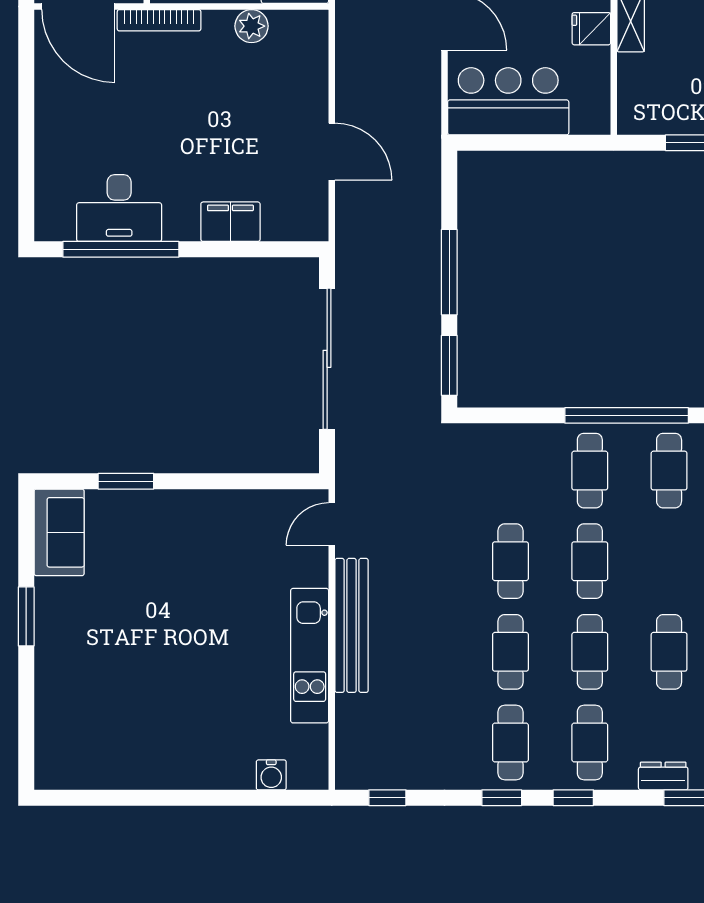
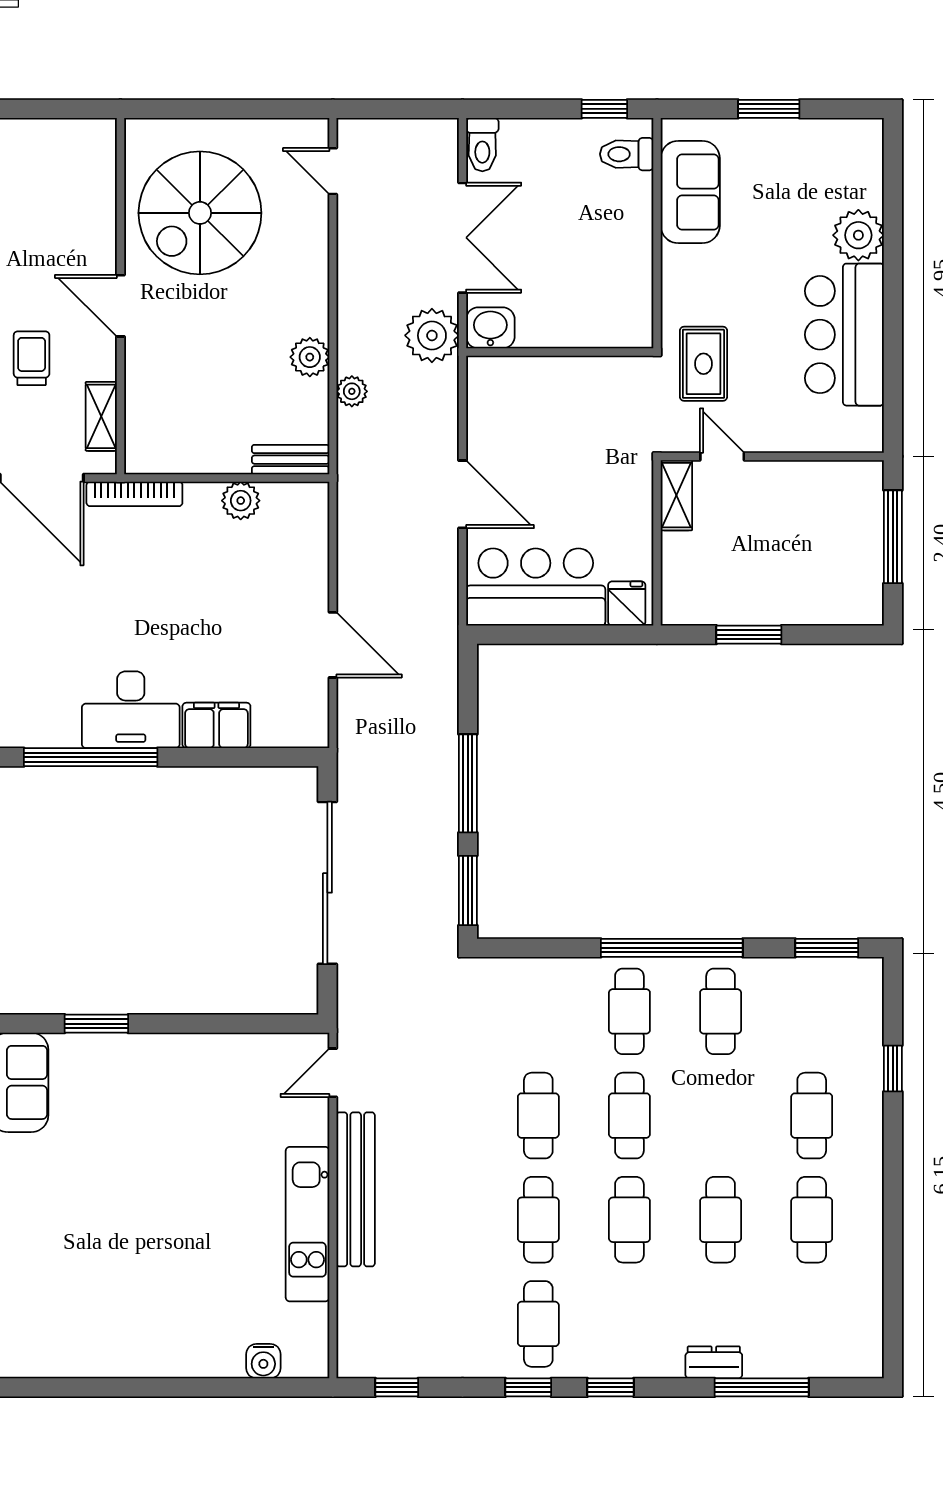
fridge: (591, 29) -> (627, 604), moved, turned 90
desk: (119, 208) -> (131, 710), moved
cafe table: (590, 742) -> (629, 1324), removed

